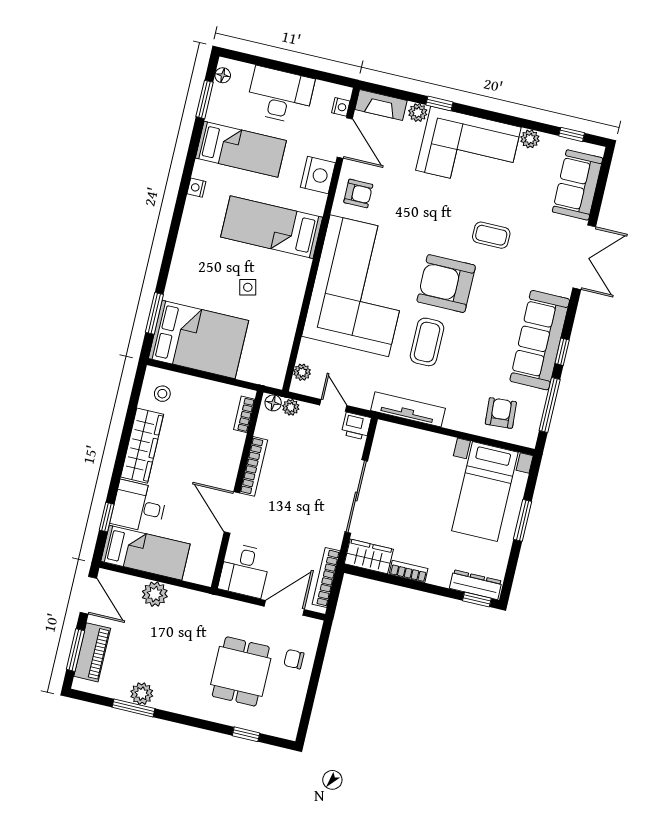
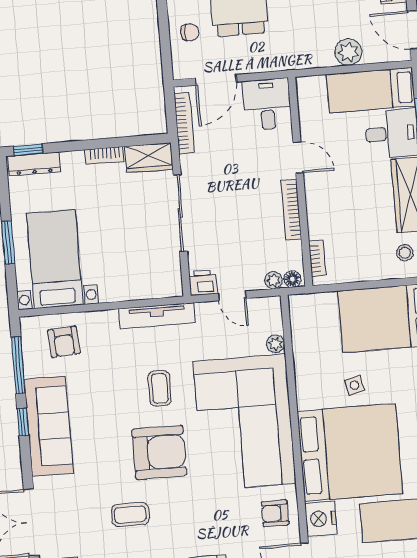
bed: (272, 227) -> (350, 452), width x2.04
coffee table: (427, 342) -> (160, 388), width x0.73, depth x0.77
plant: (302, 372) -> (276, 344), moved
door: (232, 512) -> (298, 157), width x0.73

